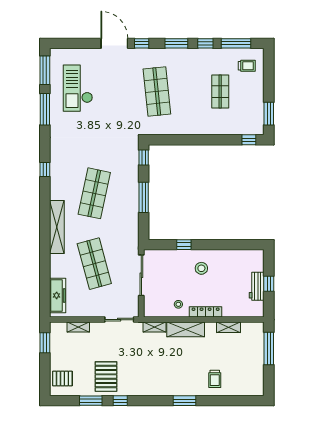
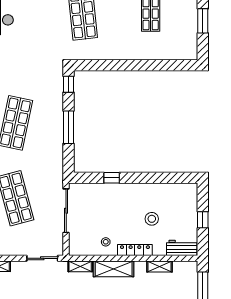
window: (269, 114) -> (203, 21), moved
window: (249, 140) -> (181, 65), removed
stool: (201, 268) -> (152, 219), moved
workbench: (257, 286) -> (182, 248), moved, turned 90

